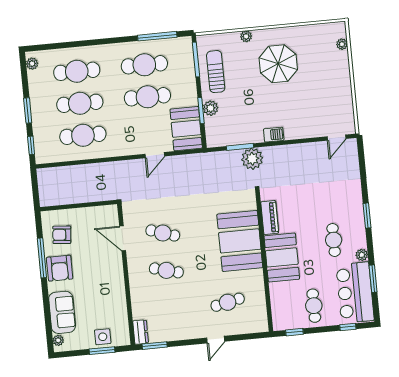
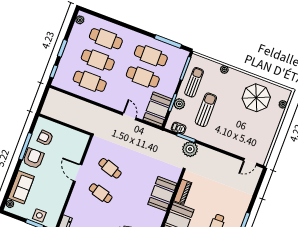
parasol: (278, 64) -> (256, 98), moved
sun lounger: (248, 99) -> (206, 110), added
barbecue: (274, 135) -> (179, 128), moved
door: (155, 155) -> (129, 116), swing flipped
door: (123, 238) -> (78, 173), moved
booth: (240, 241) -> (162, 194), width x0.73, depth x0.70
armchair: (60, 268) -> (33, 158), turned 180

